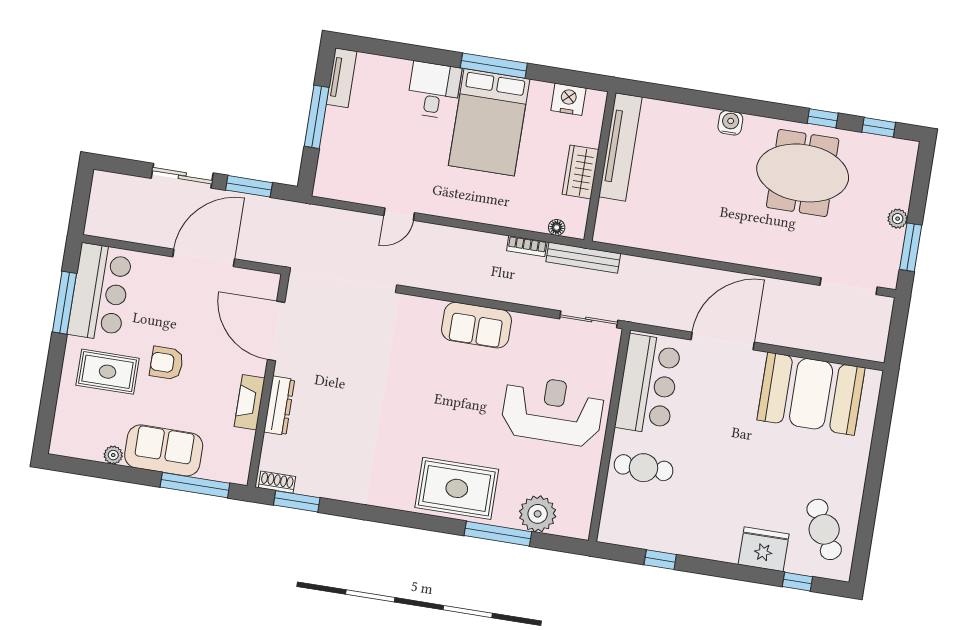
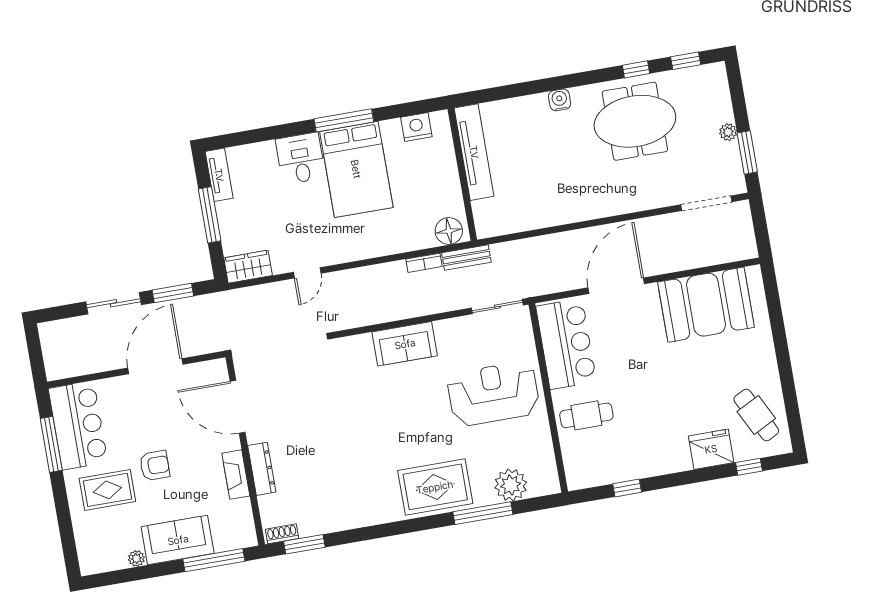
wardrobe: (580, 172) -> (248, 267), moved, turned 90
floor lamp: (557, 227) -> (449, 231), width x1.89, depth x1.89
bench: (583, 258) -> (466, 258), width x0.73
armchair: (167, 363) -> (155, 466), turned 180

